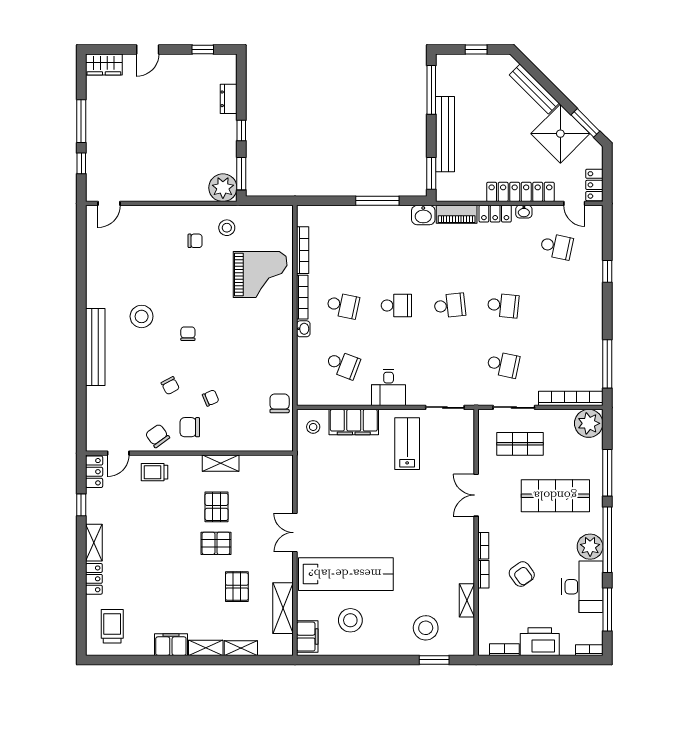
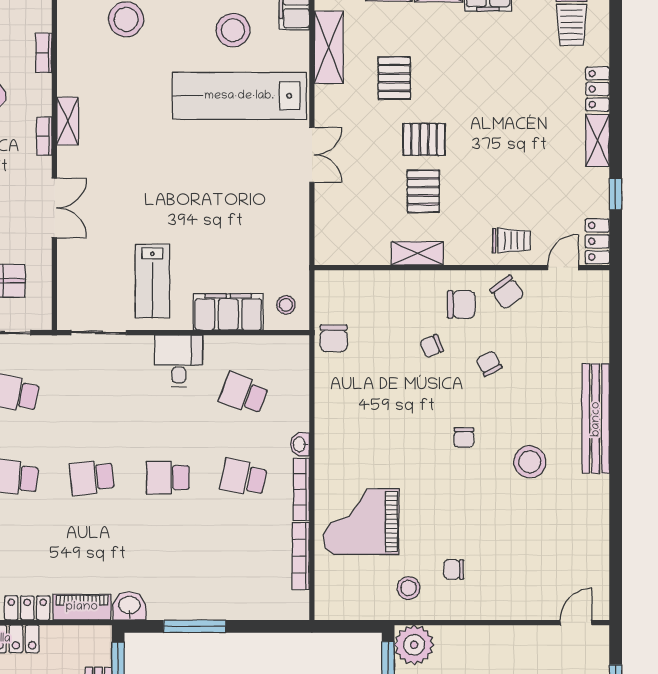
bookcase: (483, 574) -> (44, 53), moved
shelving: (467, 600) -> (68, 121), moved

